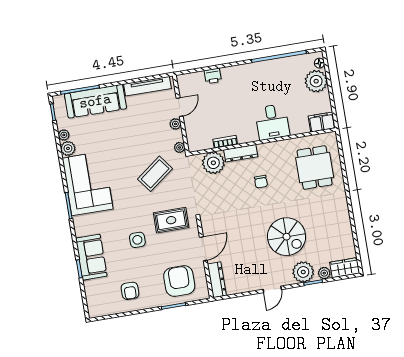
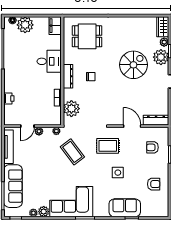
door: (180, 107) -> (27, 126), swing flipped
dresser: (241, 153) -> (68, 76), moved
rug: (171, 220) -> (108, 146), turned 90
armchair: (179, 281) -> (152, 147), width x0.53, depth x0.53

